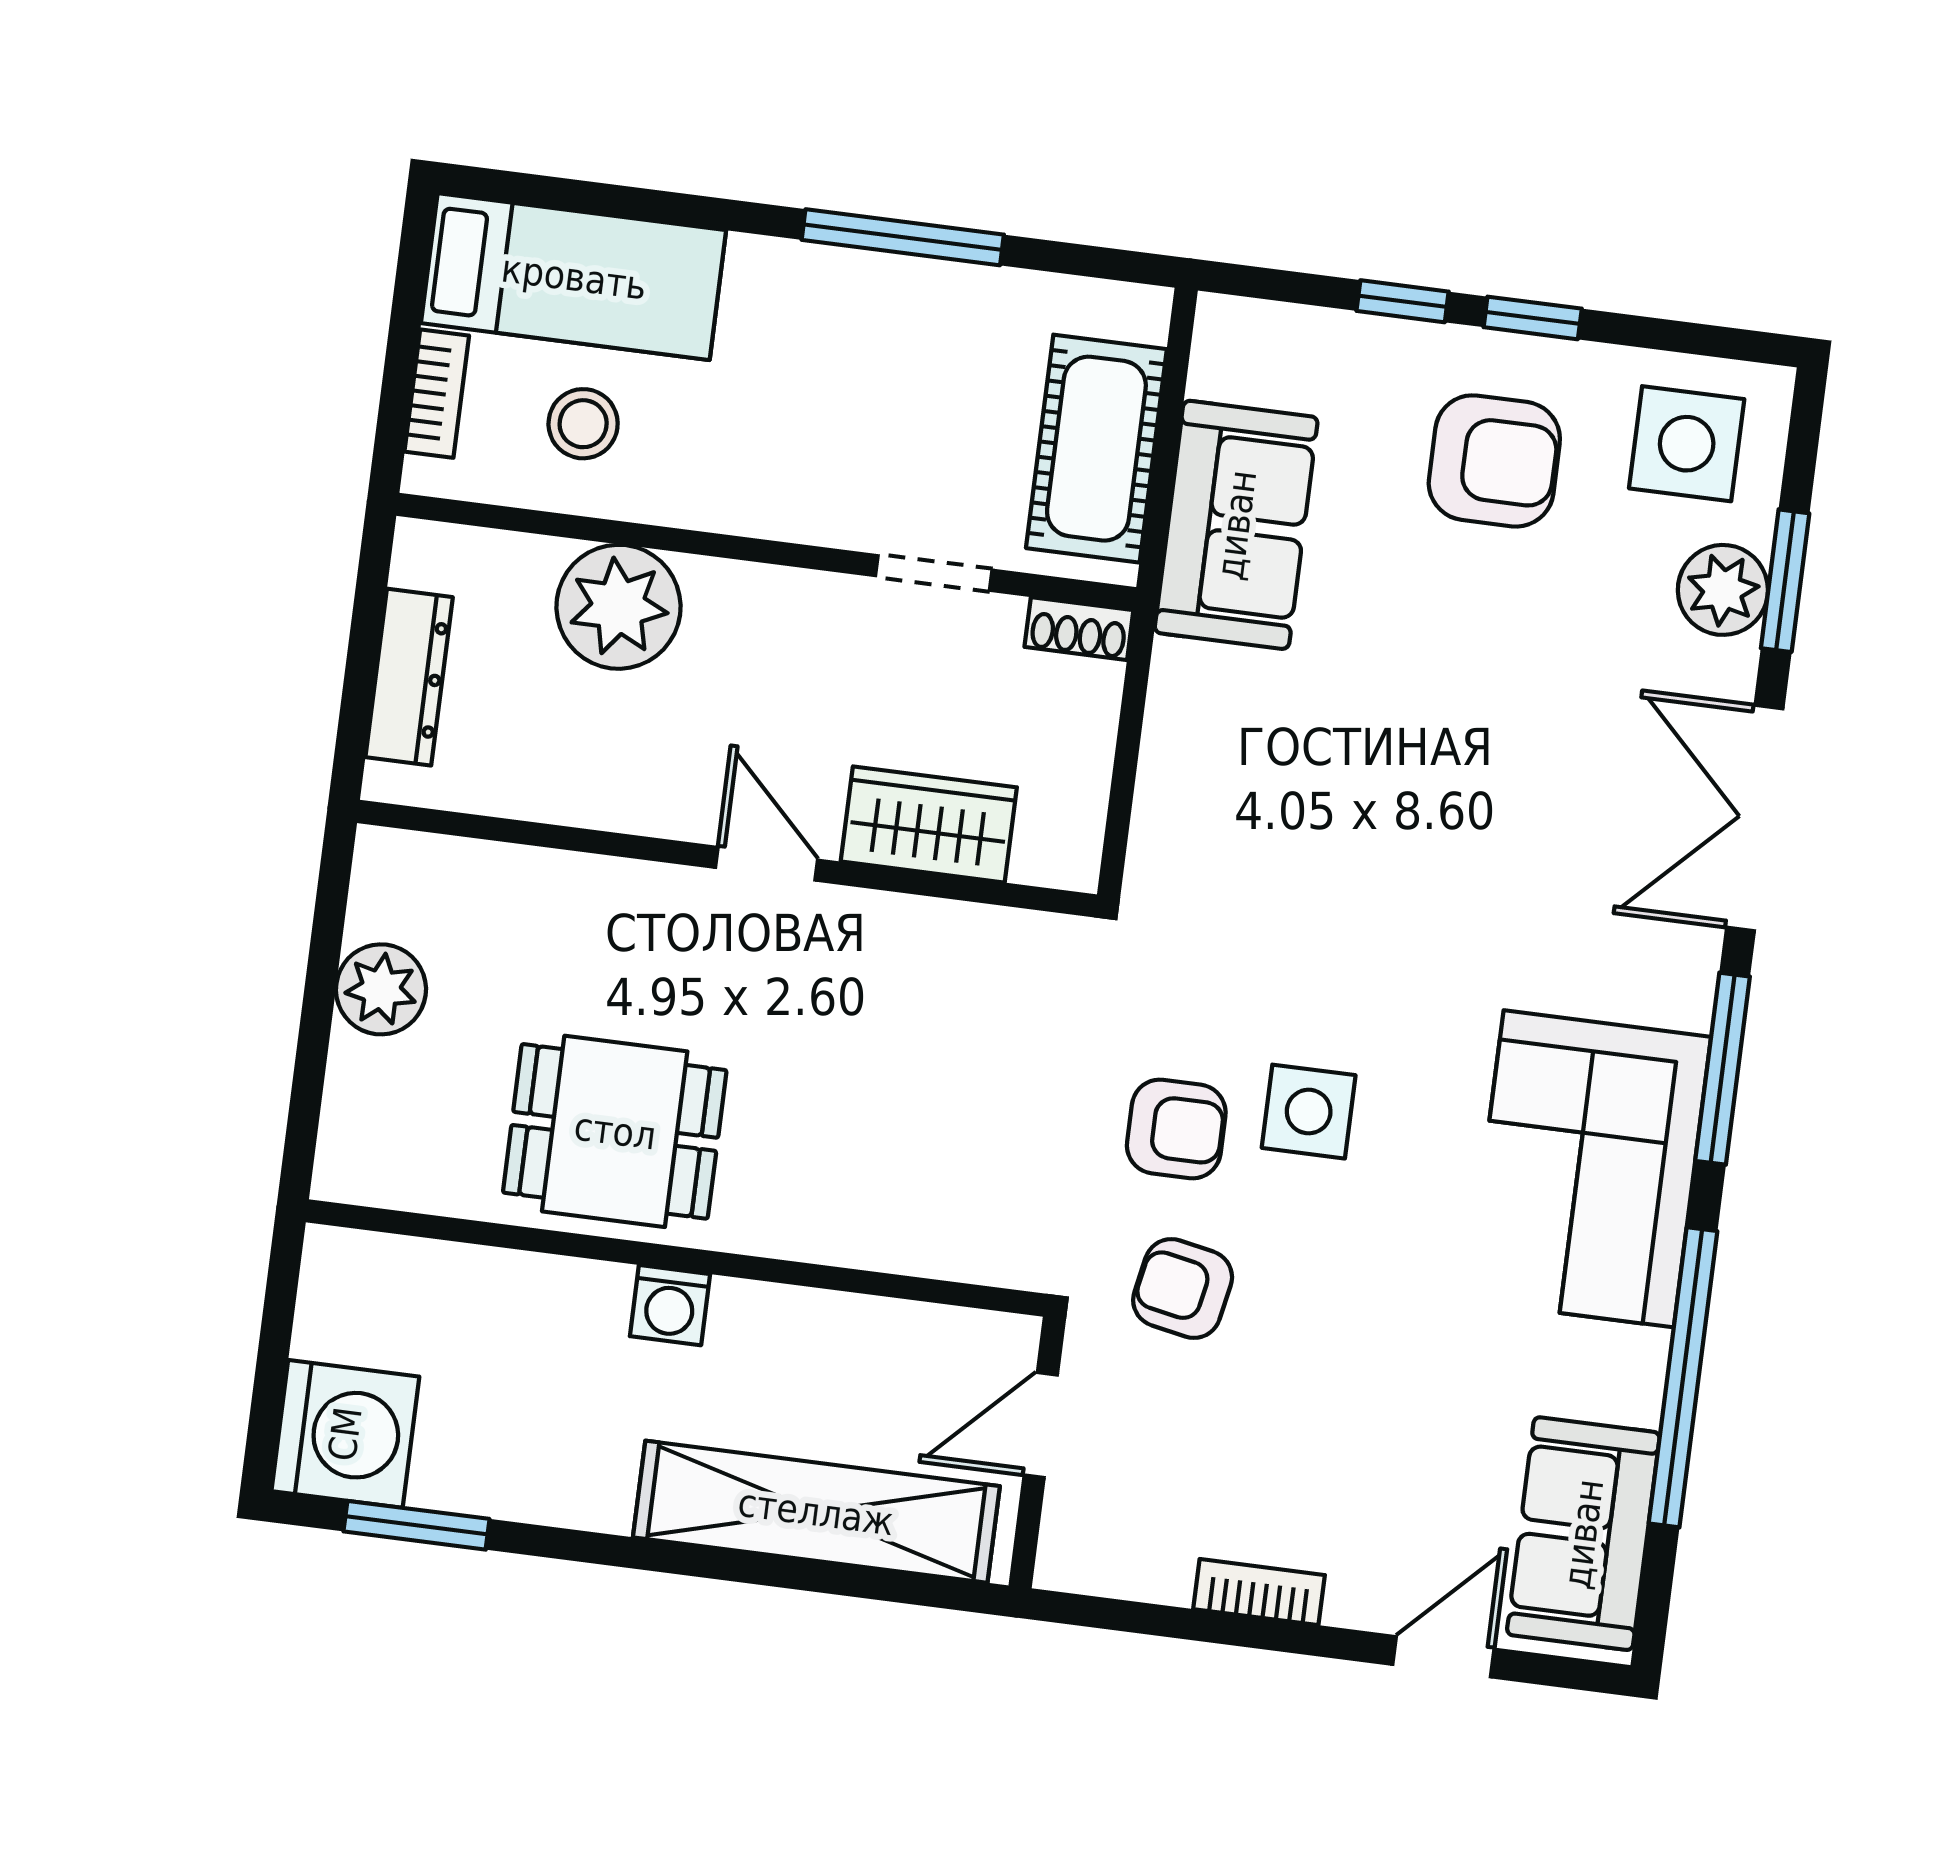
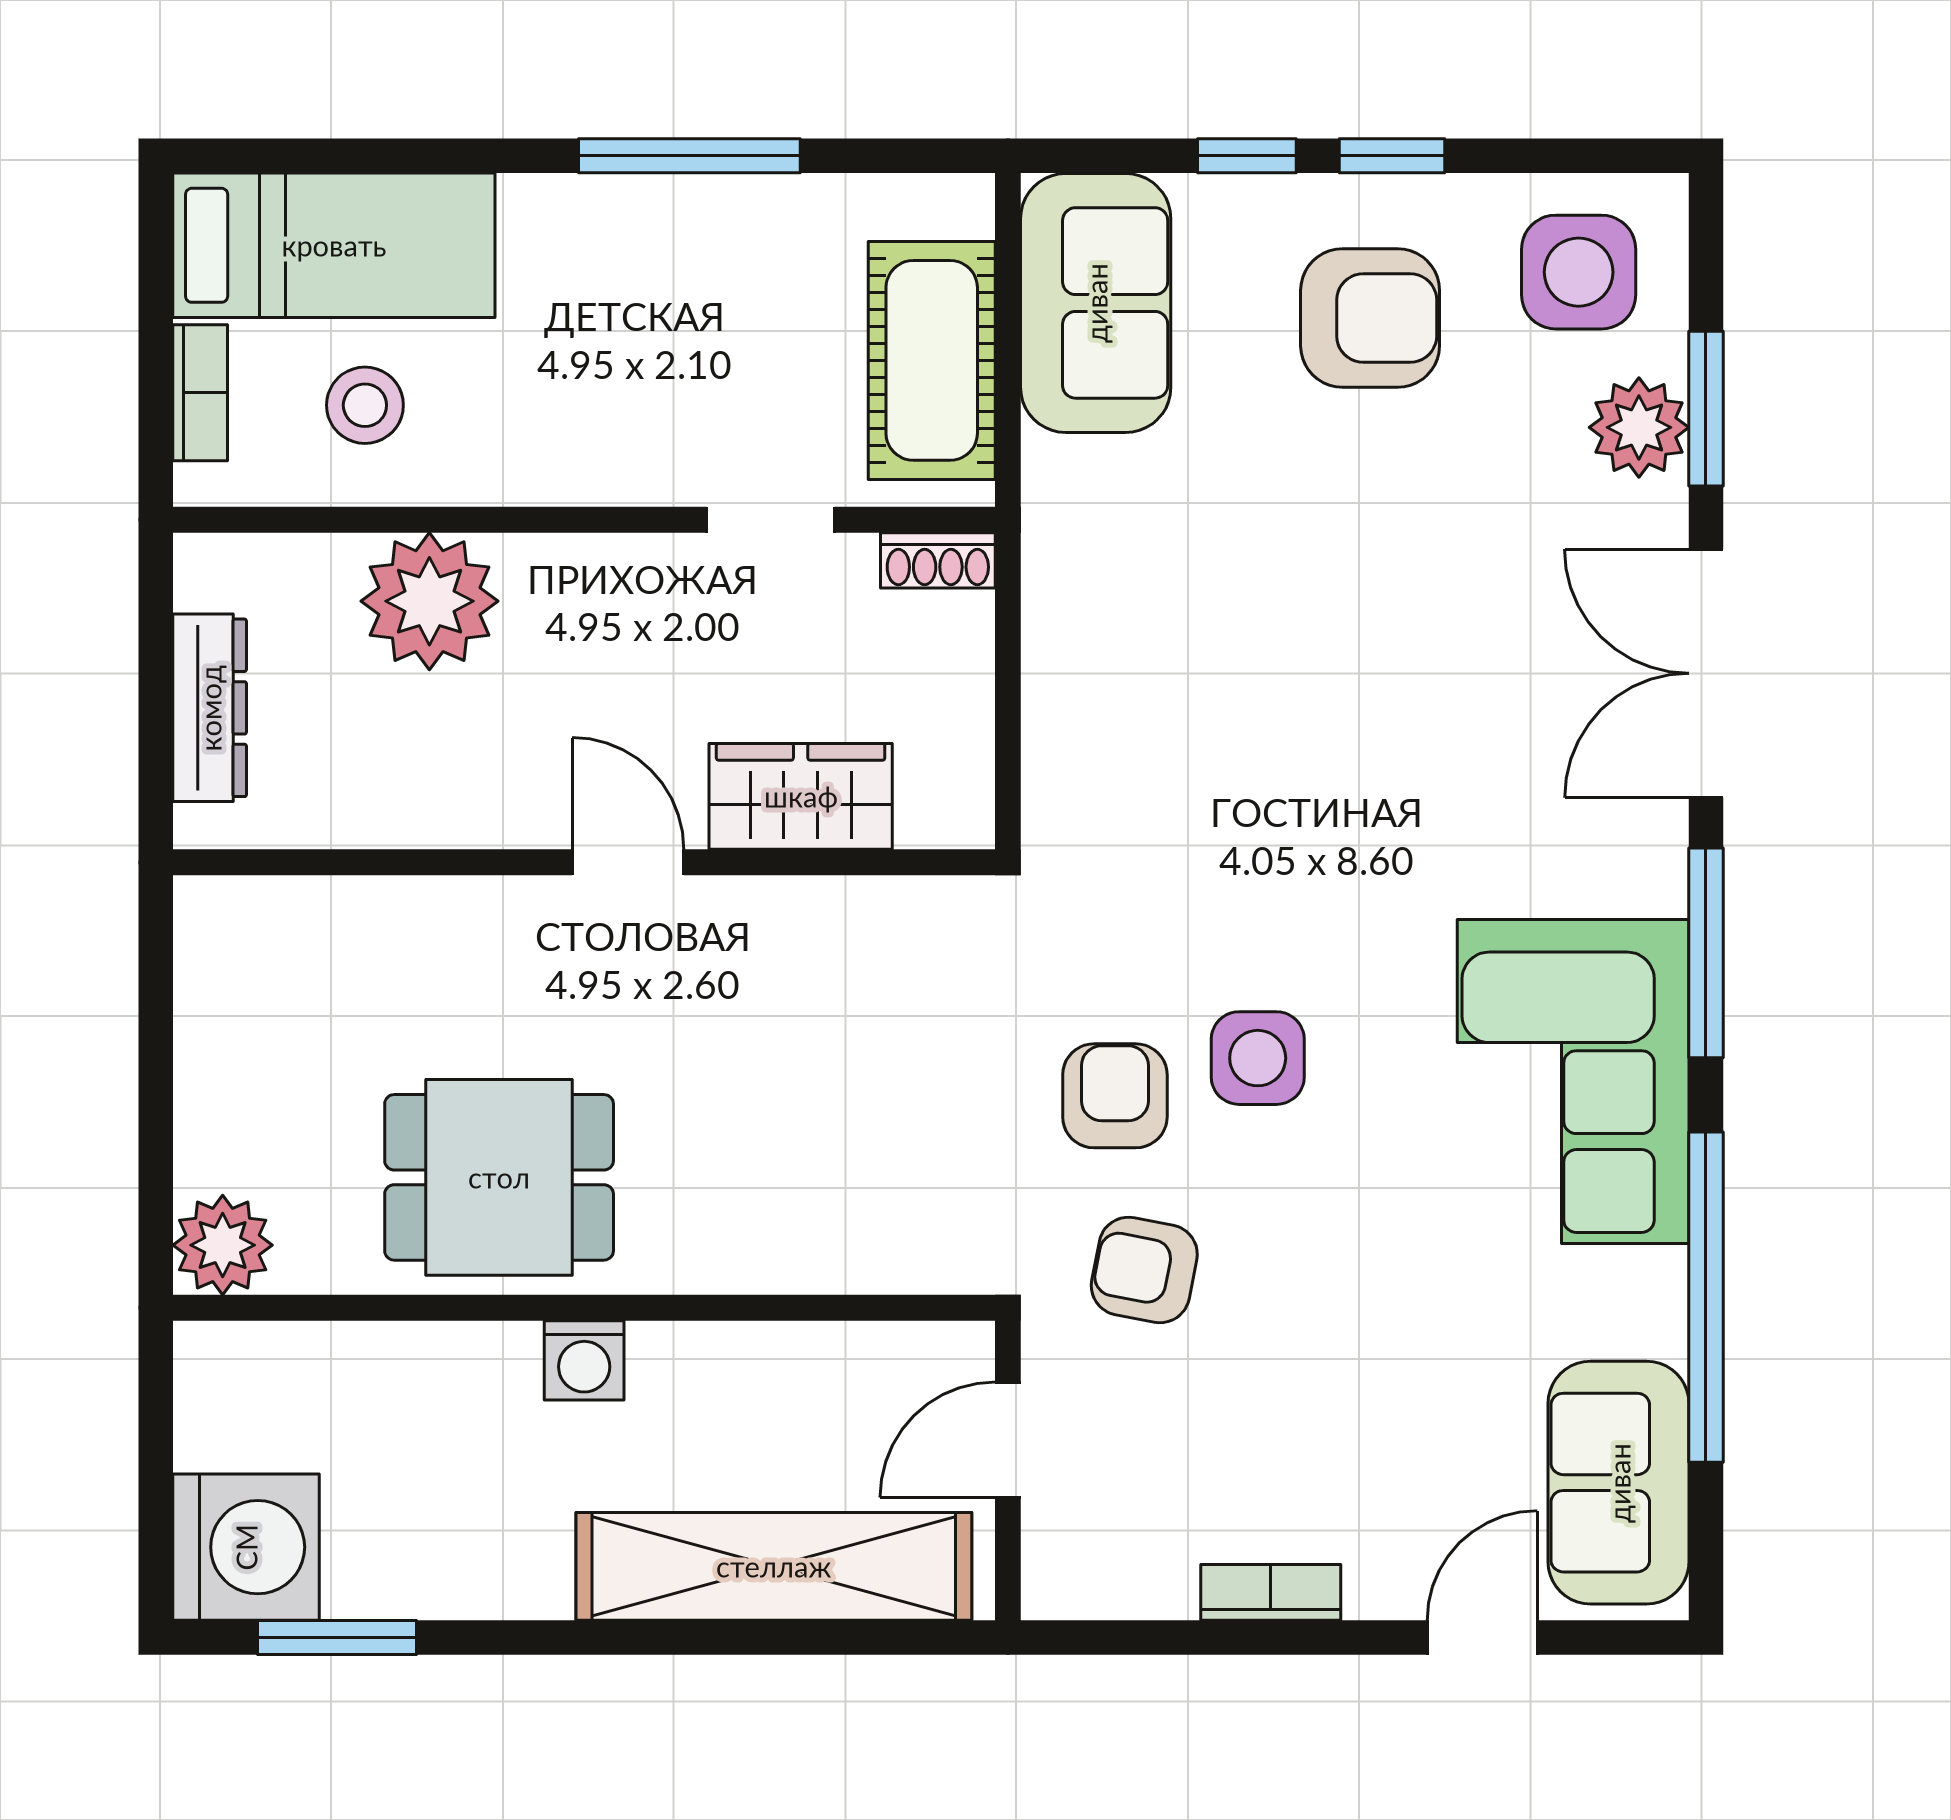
sofa: (1236, 525) -> (1096, 303), moved
plant: (381, 989) -> (223, 1245), moved
armchair: (1176, 1129) -> (1115, 1096), turned -90

